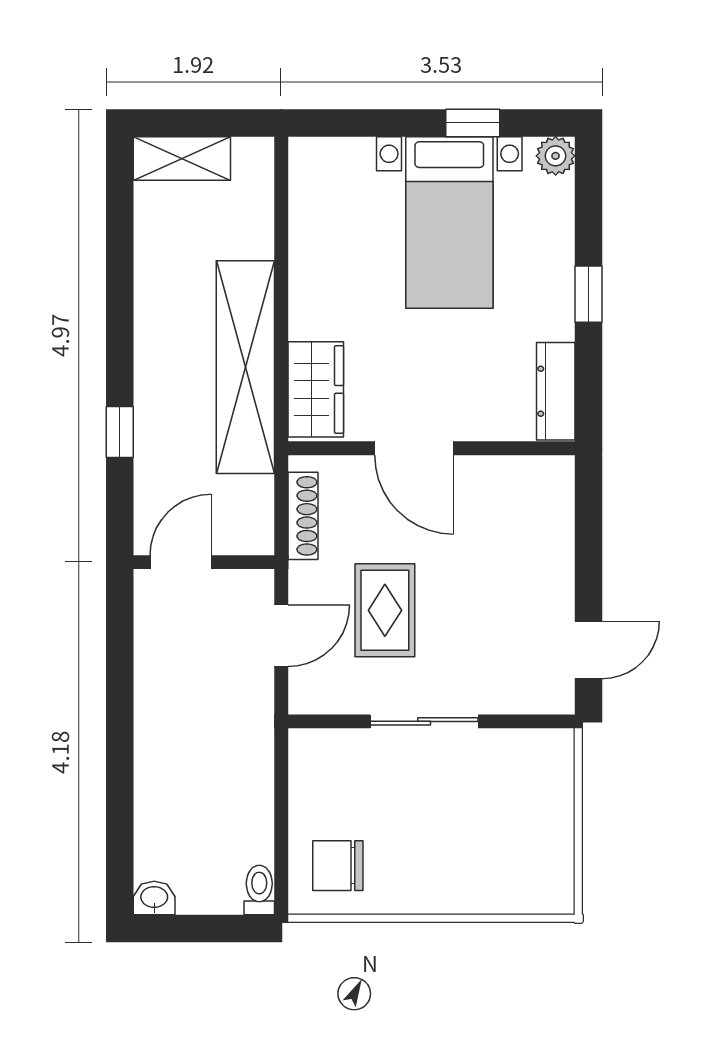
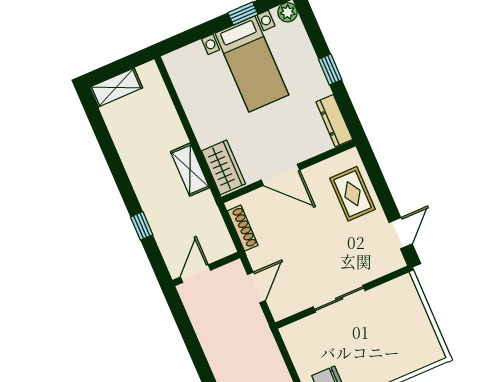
shelving: (245, 367) -> (190, 170), width x0.45, depth x0.75
rug: (385, 610) -> (352, 194), moved

